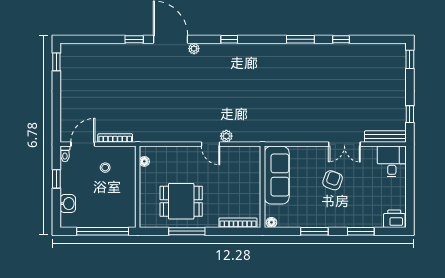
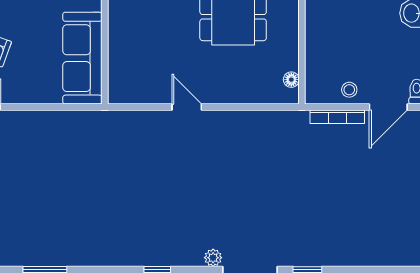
plant: (226, 136) -> (162, 120), removed
stool: (105, 168) -> (349, 90), moved

